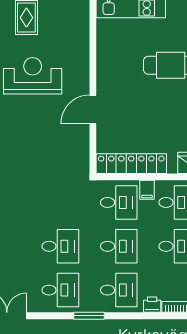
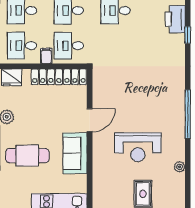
sofa: (111, 68) -> (75, 153), added

